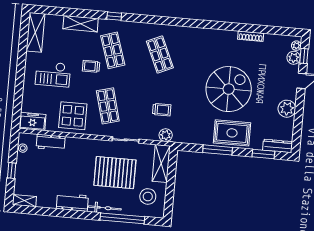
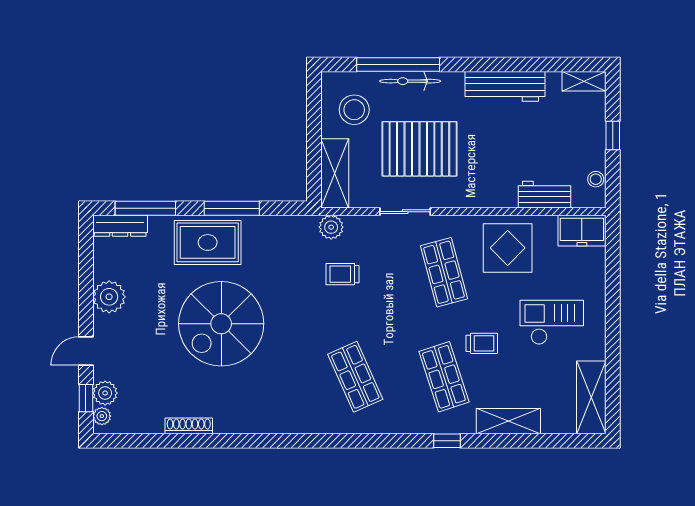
window: (263, 154) -> (145, 208), width x1.44
workbench: (72, 202) -> (505, 86), width x1.38
bicycle: (105, 208) -> (410, 81), moved

